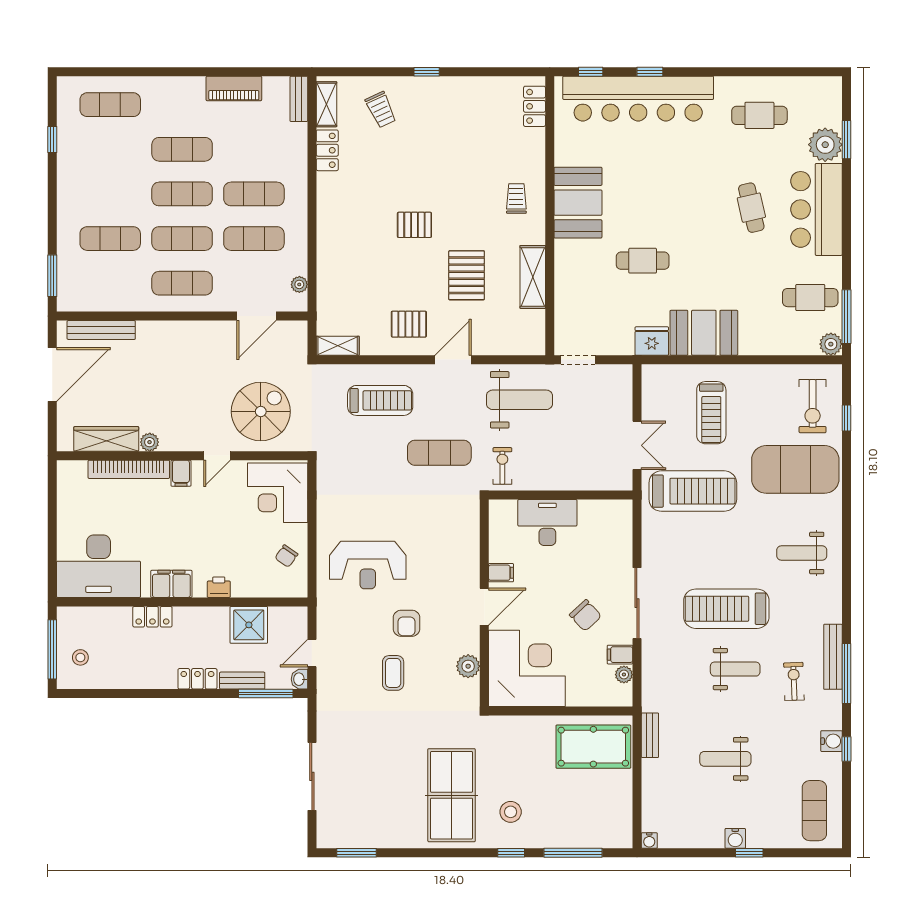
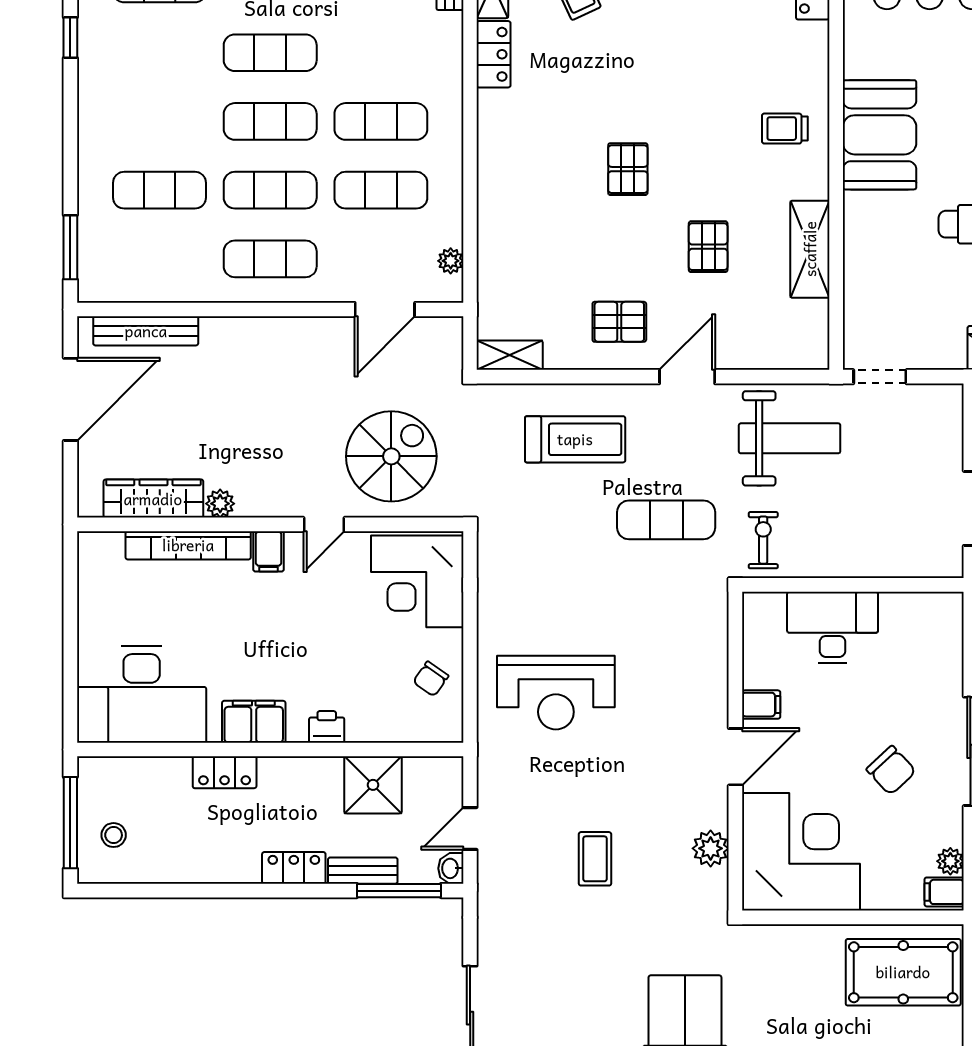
trolley: (516, 199) -> (785, 129), turned -90
pallet: (414, 225) -> (628, 169), turned 90
pallet: (467, 275) -> (708, 247), width x0.67, depth x0.71
armchair: (406, 623) -> (616, 782), removed
filing cabinet: (620, 655) -> (944, 892), moved

